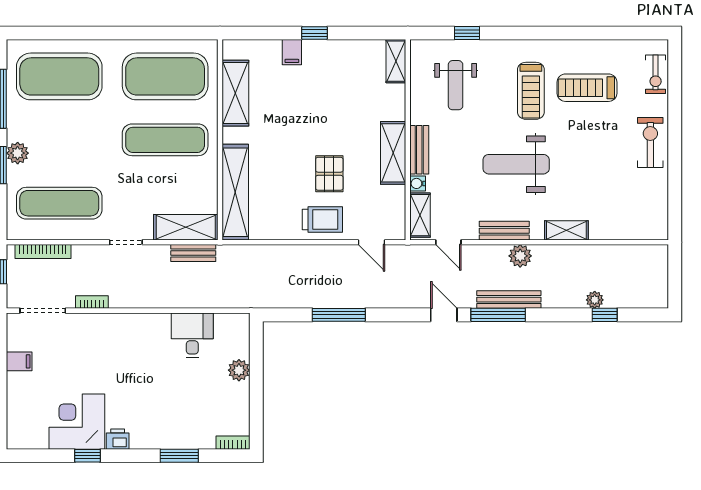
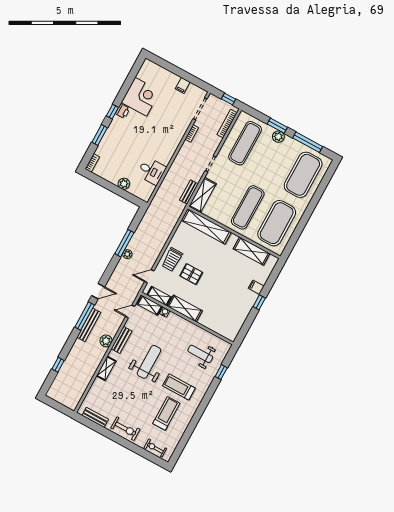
shelving: (396, 61) -> (159, 296), moved
bench: (419, 150) -> (95, 417), moved
plant: (595, 300) -> (127, 254), moved
window: (87, 456) -> (112, 112), moved

